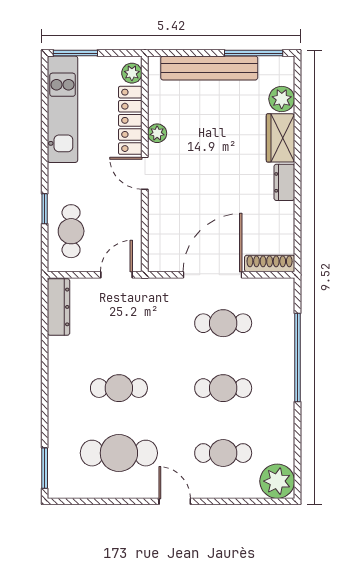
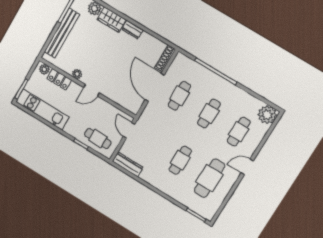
locker: (130, 120) -> (59, 79), width x0.66

